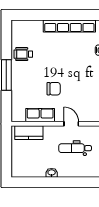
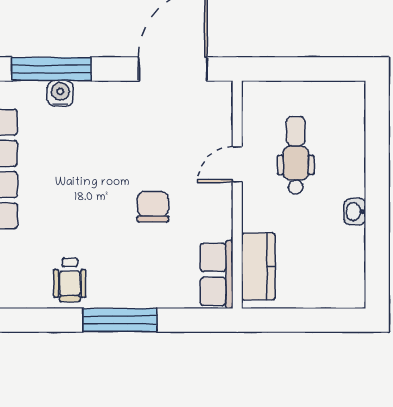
row of seats: (40, 115) -> (217, 274), moved
dental chair: (75, 148) -> (296, 155), turned 180

